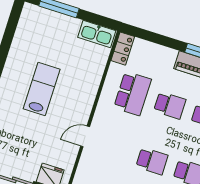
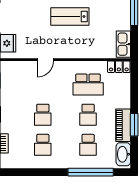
lab bench: (42, 89) -> (70, 17), turned 180
door: (85, 136) -> (45, 60), swing flipped

